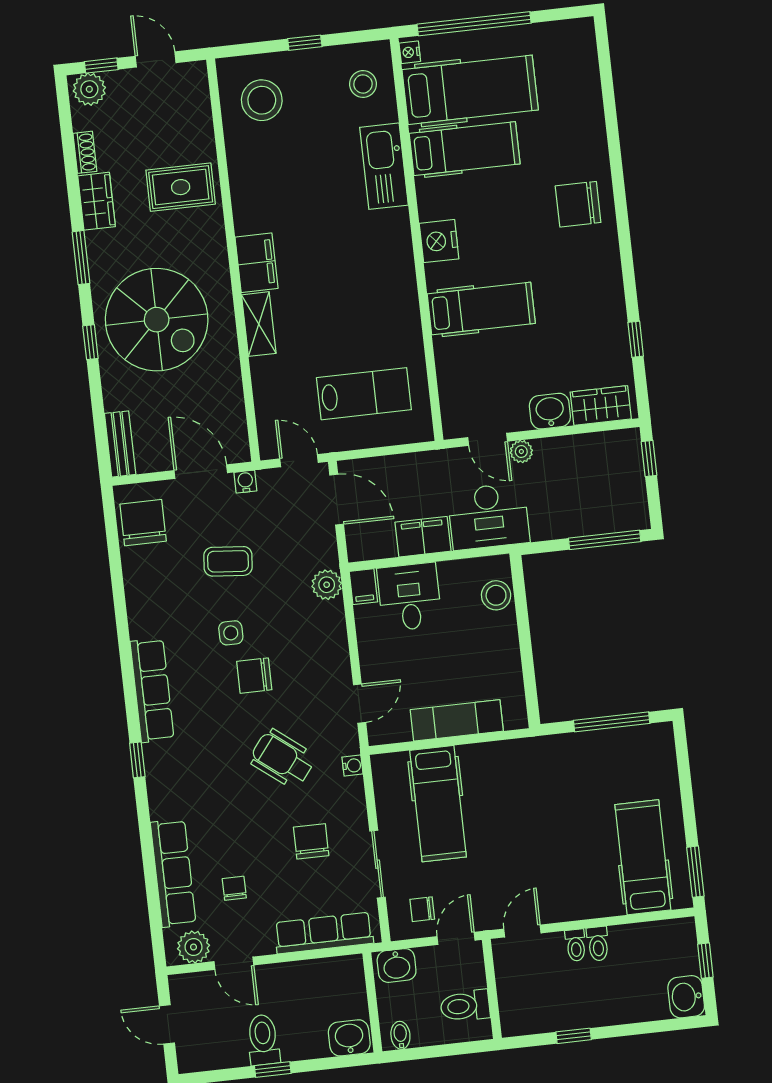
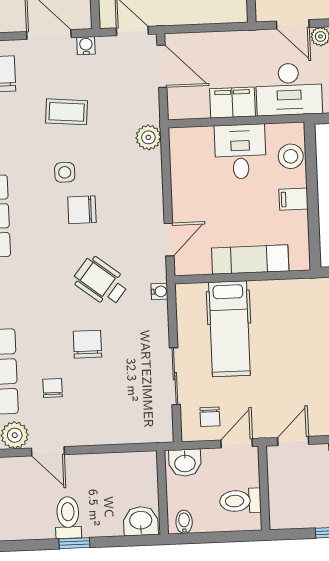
filing cabinet: (363, 587) -> (293, 199), moved, turned 90
desk: (409, 597) -> (240, 152), moved
chair: (311, 841) -> (87, 344), moved
chair: (422, 909) -> (210, 417), turned -90
row of seats: (324, 933) -> (125, 431), removed

